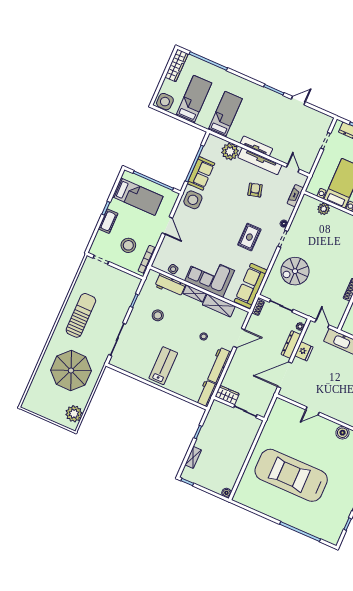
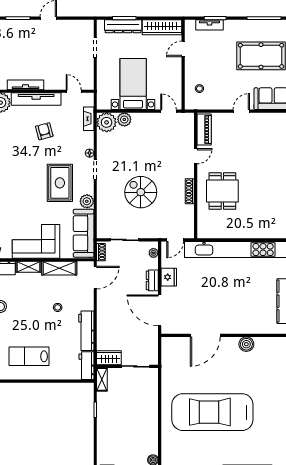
plant: (308, 205) -> (107, 122), added
rug: (249, 237) -> (60, 183), width x1.36, depth x1.43
plant: (265, 261) -> (87, 201), added
spiral stairs: (295, 271) -> (141, 192), moved, turned 90
door: (322, 324) -> (175, 240), swing flipped
door: (239, 338) -> (95, 278), moved
dresser: (291, 344) -> (152, 280), width x0.70
lab bench: (163, 366) -> (29, 356), turned -90
door: (285, 375) -> (160, 310), hinge flipped
door: (313, 411) -> (205, 335), width x1.88
shelving: (193, 457) -> (102, 379), moved

